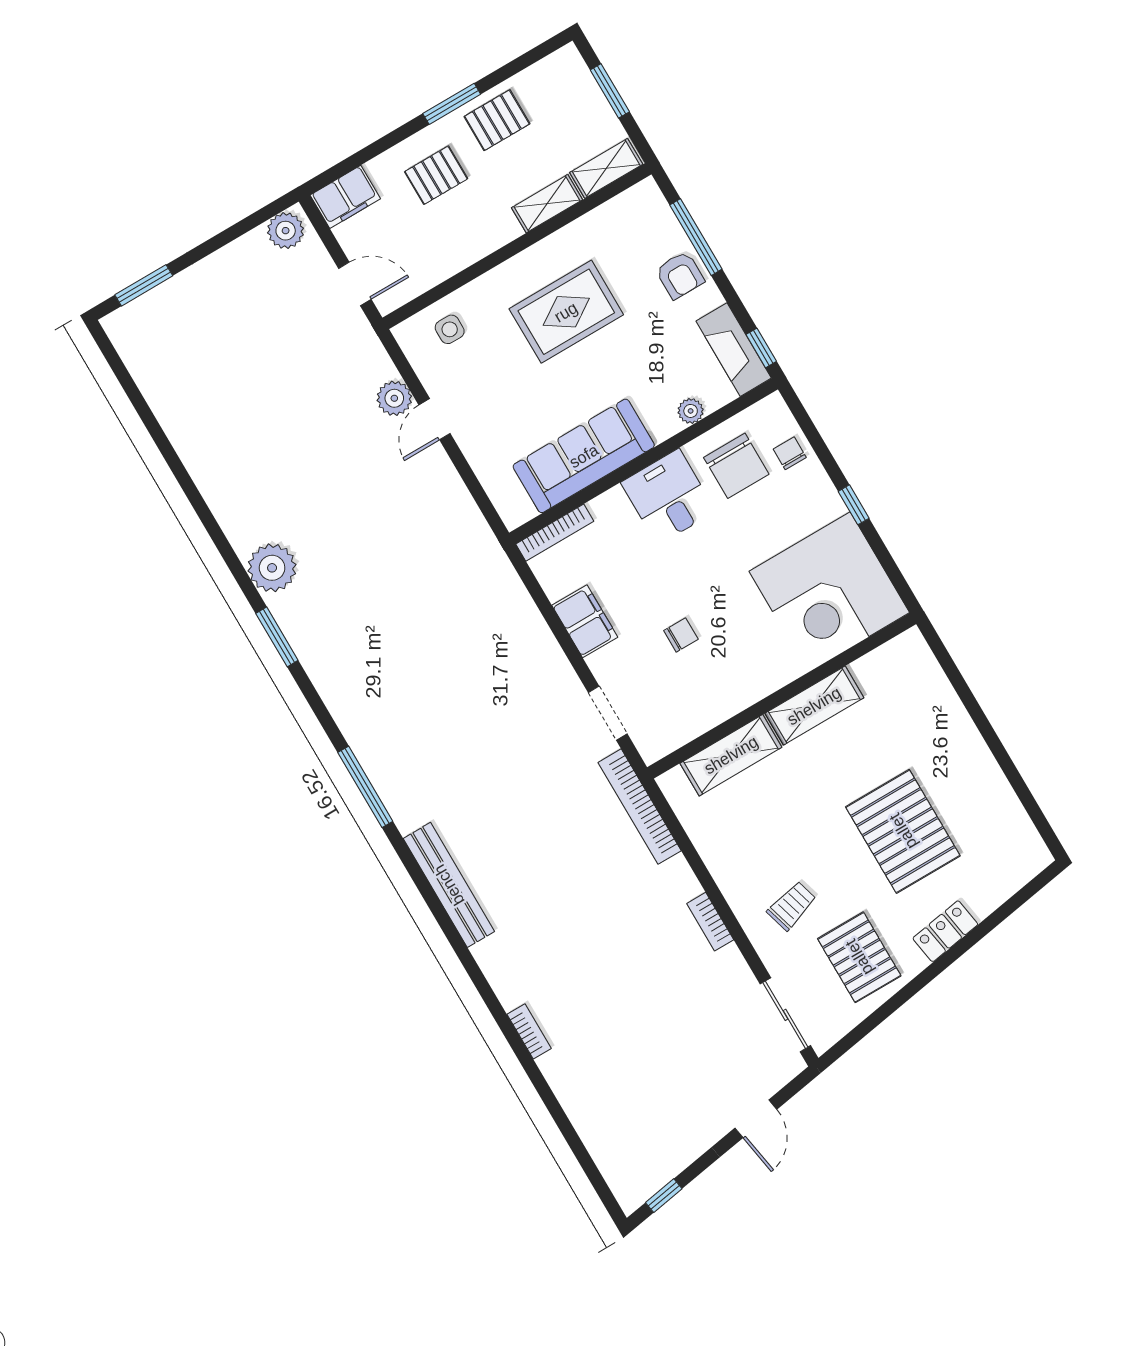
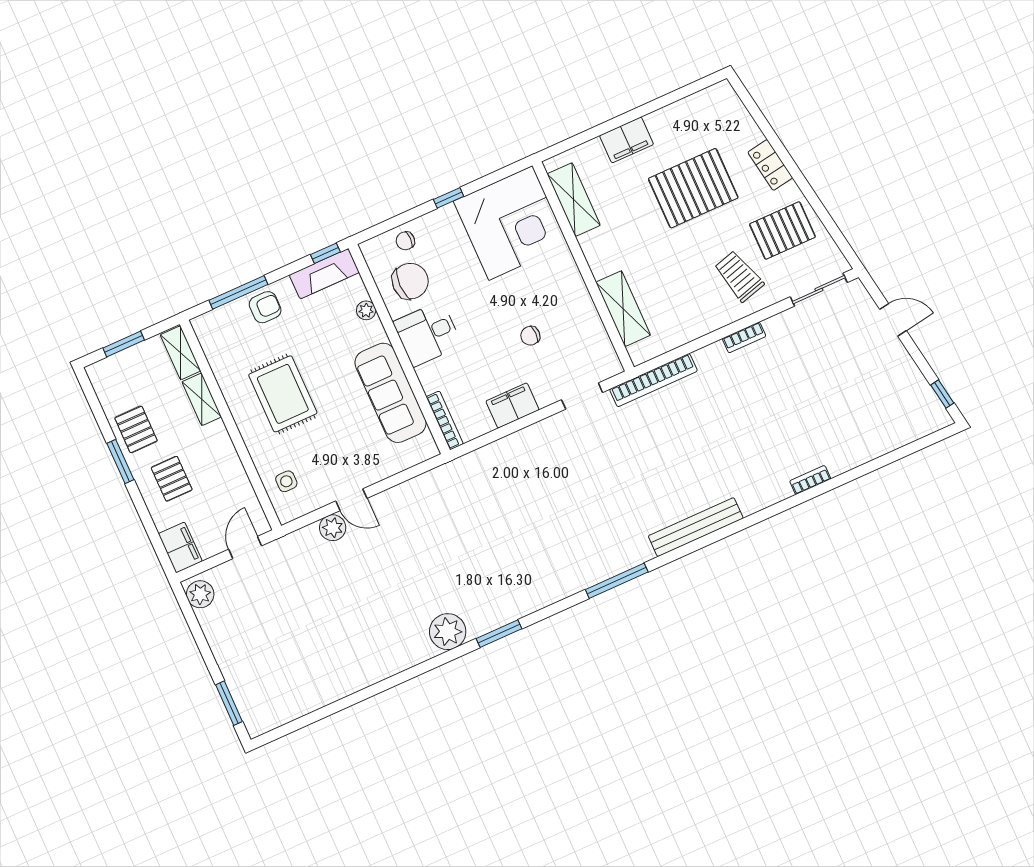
chair: (681, 635) -> (530, 336), turned -90
shelving: (814, 706) -> (574, 200), moved
filing cabinet: (958, 735) -> (627, 140), added
trolley: (792, 906) -> (739, 276), width x1.36, depth x1.39

